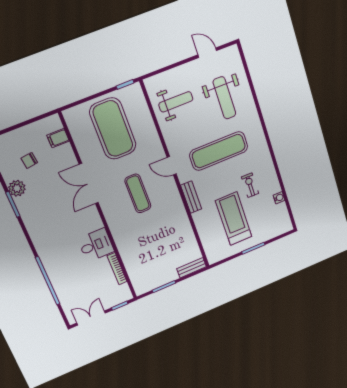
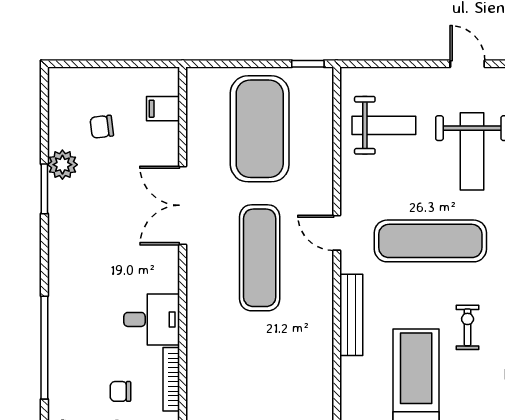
exercise mat: (138, 193) -> (260, 258), width x1.36, depth x1.45
bench: (191, 197) -> (351, 315), width x1.36
chair: (94, 285) -> (120, 391), added

